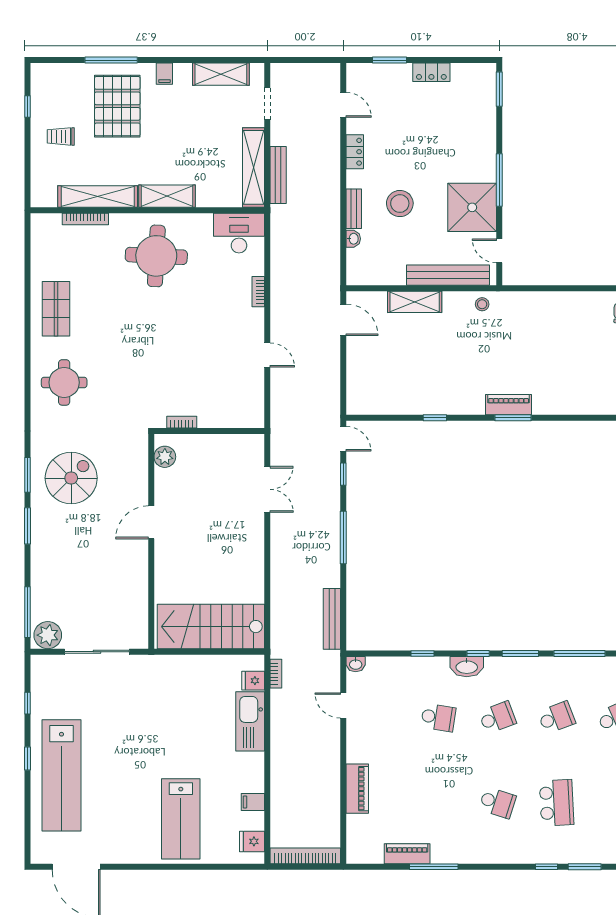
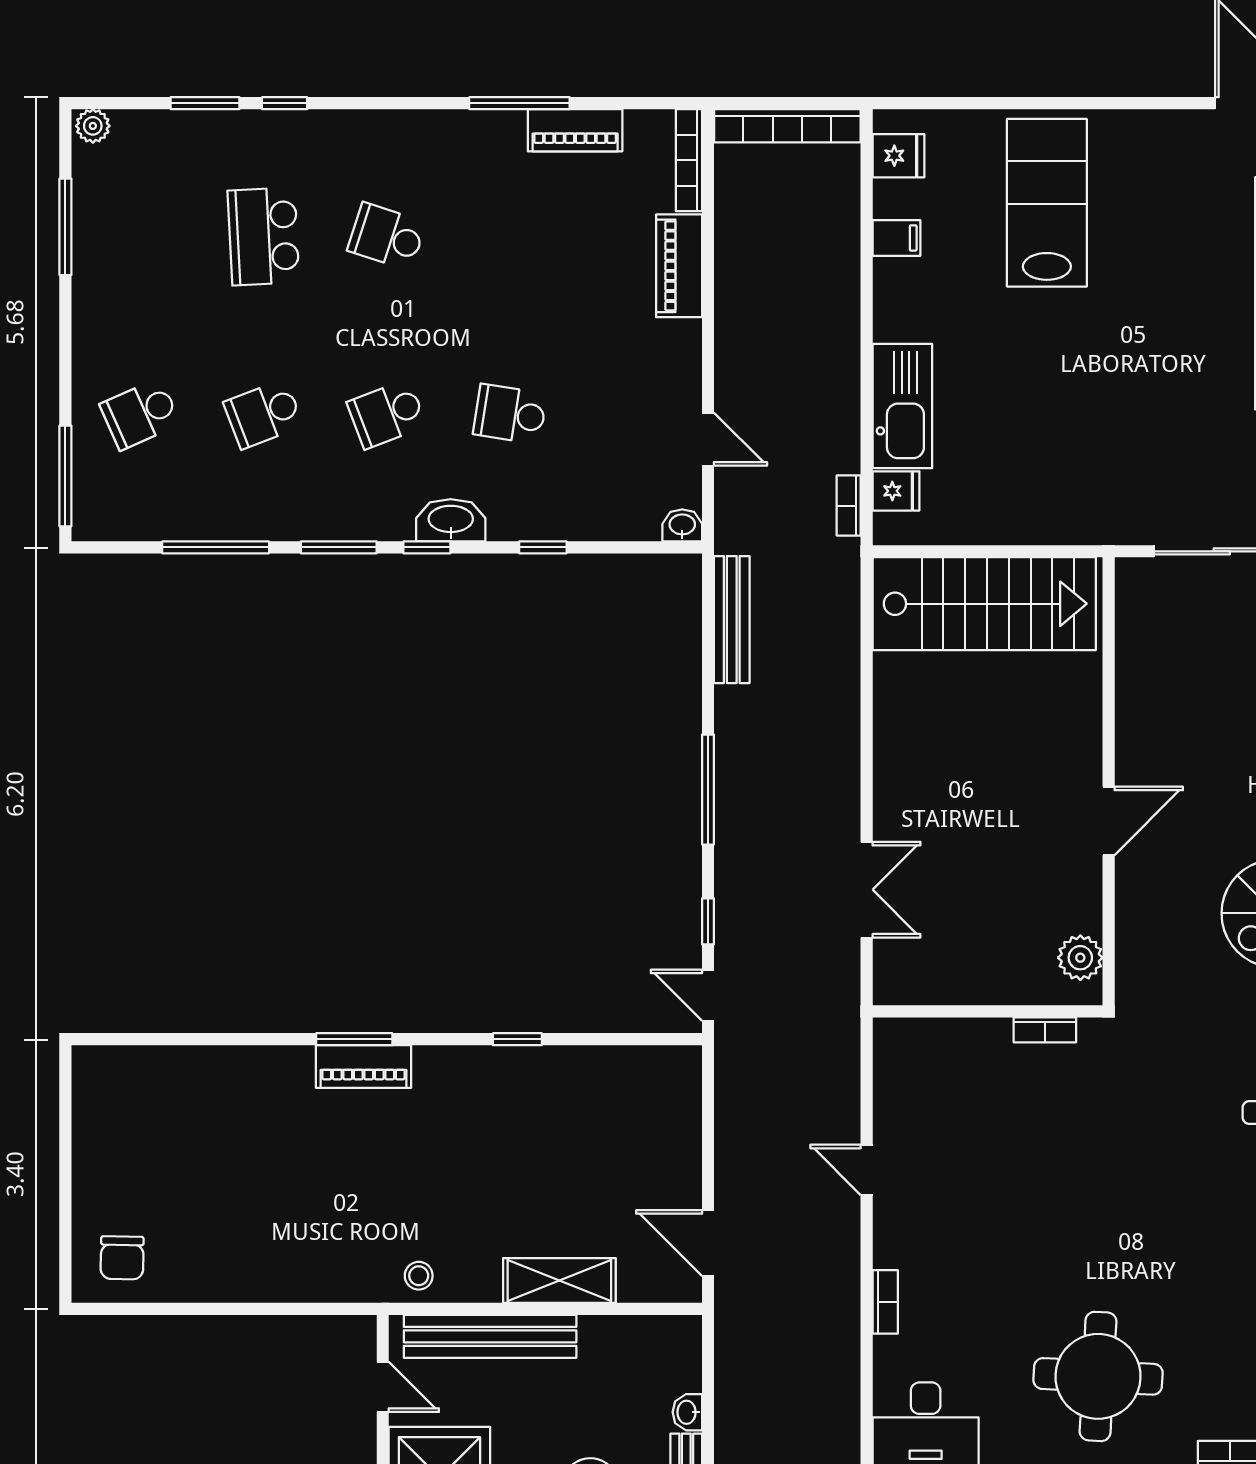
double door: (267, 489) -> (867, 890), swing flipped
bookcase: (352, 839) -> (689, 160), added

